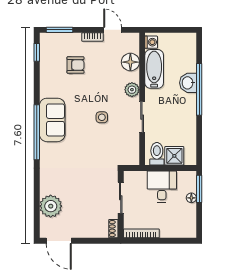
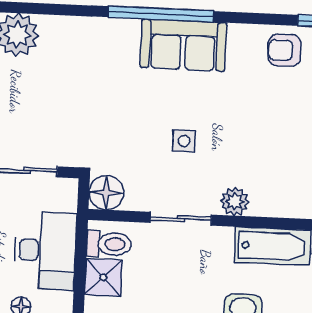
floor lamp: (130, 62) -> (106, 193), moved
armchair: (76, 65) -> (285, 50), moved, turned 90
desk: (162, 187) -> (45, 251), width x1.37

